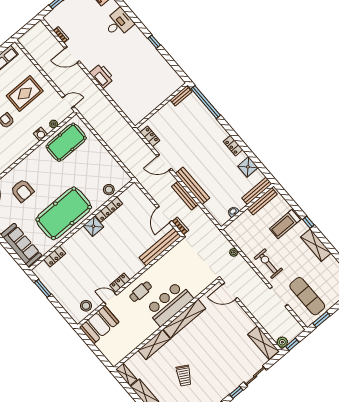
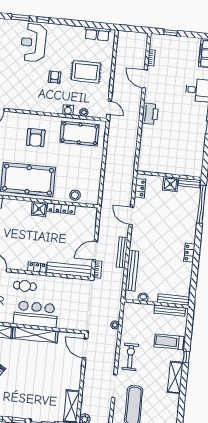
shower: (248, 167) -> (170, 184), moved
bench: (192, 186) -> (132, 271), moved
armchair: (22, 191) -> (36, 138), moved
locker: (120, 283) -> (37, 267), moved

